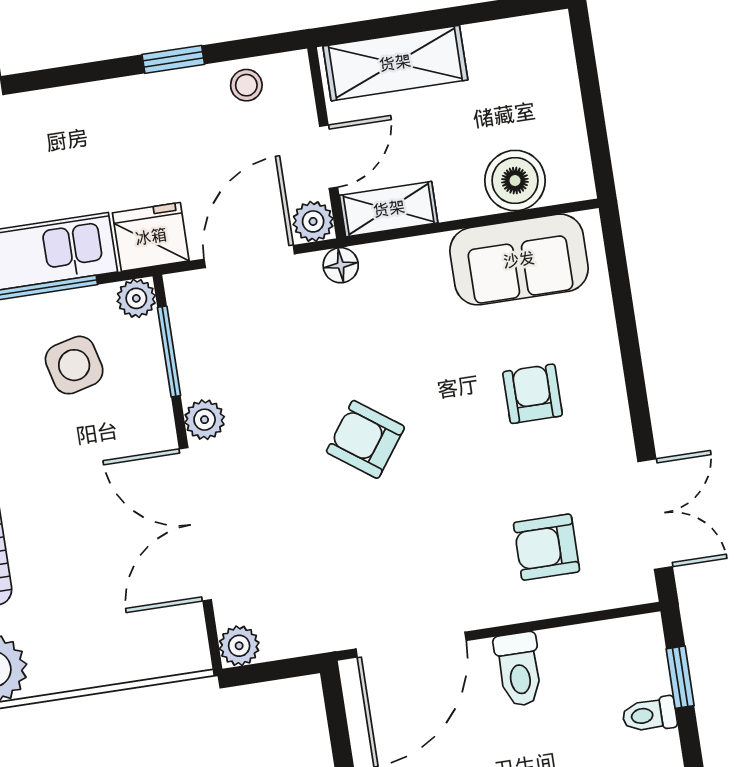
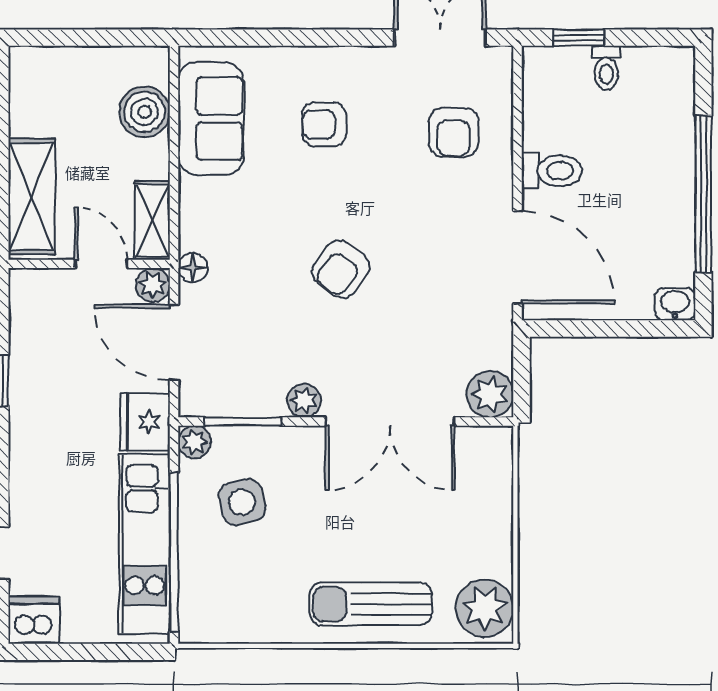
stool: (246, 85) -> (31, 323), removed
plant: (239, 646) -> (490, 394), width x1.38, depth x1.38

